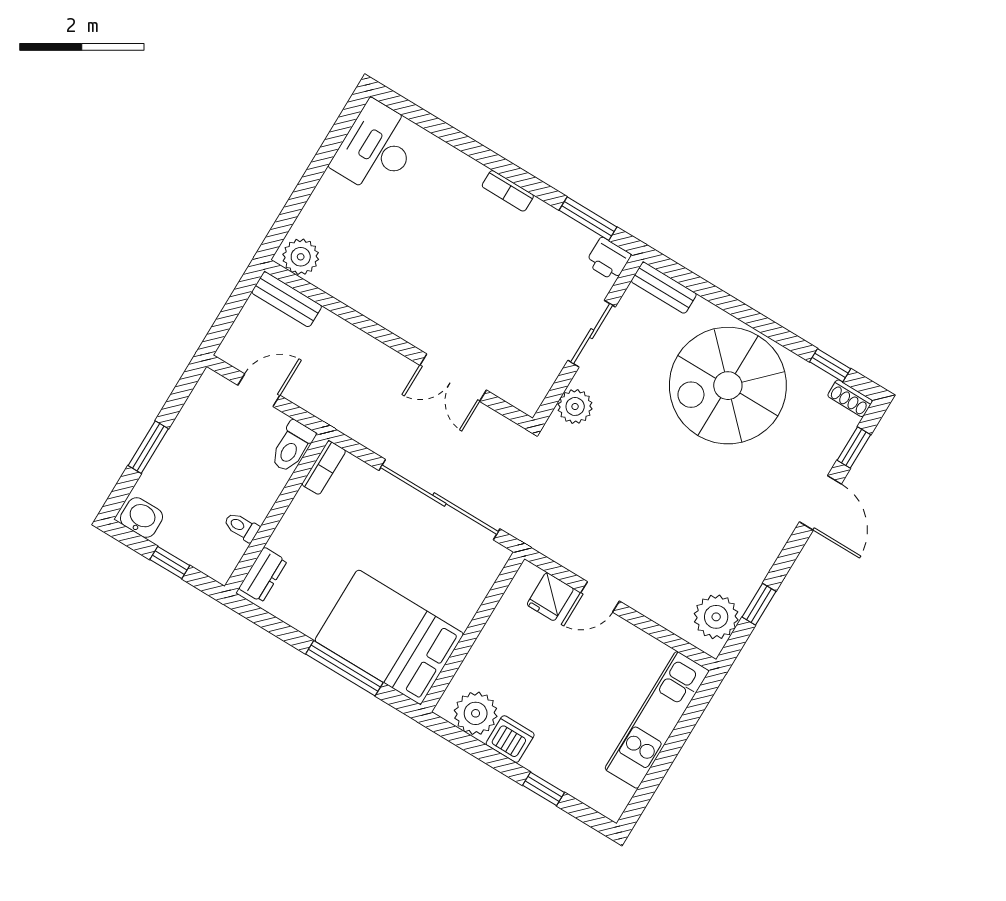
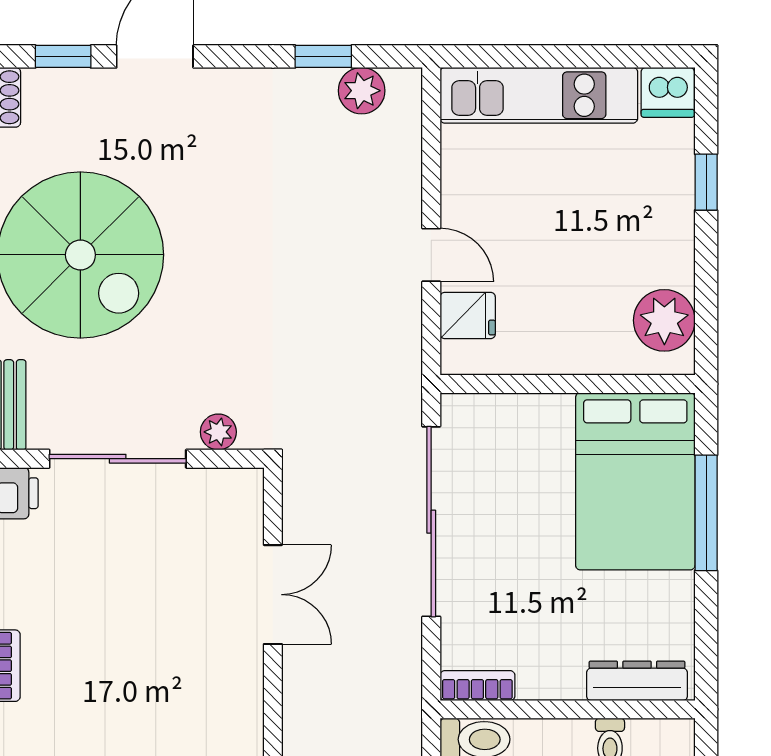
sliding door: (592, 334) -> (118, 459), width x1.37
plant: (575, 406) -> (218, 432), width x0.73, depth x0.73
dresser: (263, 575) -> (637, 681), width x1.44
plant: (716, 617) -> (362, 91), width x0.73, depth x0.73
dishwasher: (510, 739) -> (668, 92), moved, turned -90

